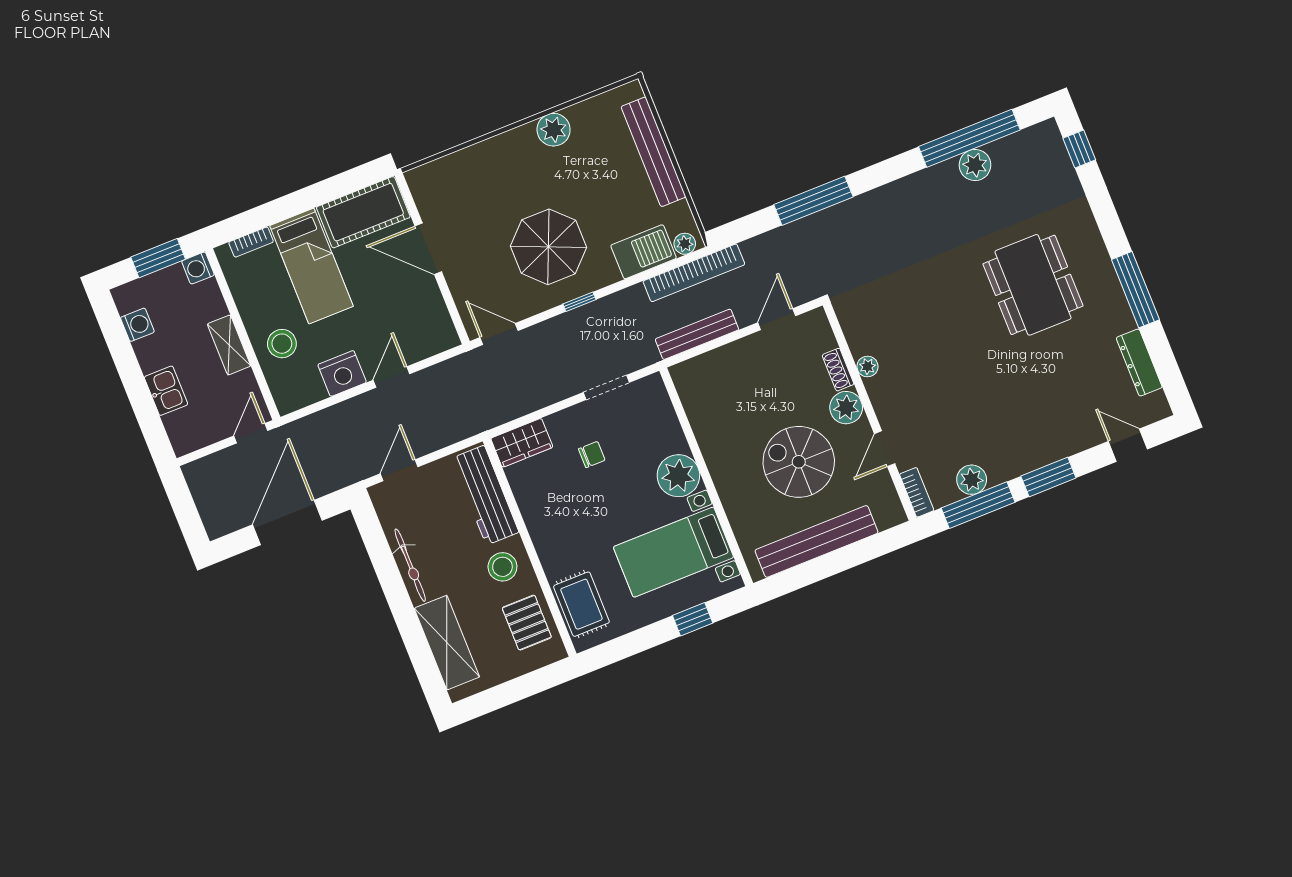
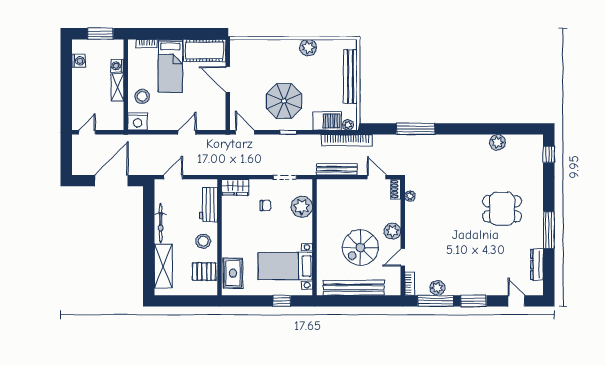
window: (969, 138) -> (500, 129), removed
washing machine: (198, 268) -> (117, 66), moved
dining table: (1033, 285) -> (502, 209), width x0.73
door: (777, 319) -> (377, 177), hinge flipped
plant: (867, 366) -> (410, 196), moved
shoe rack: (838, 370) -> (396, 189), moved
nightstand: (342, 373) -> (138, 121), moved
kitchen sink: (166, 391) -> (80, 97), removed
door: (251, 433) -> (87, 132), moved
spiral stairs: (799, 462) -> (360, 247), turned -90
plant: (678, 476) -> (302, 207), moved
workbench: (485, 495) -> (208, 205), width x0.73
pallet: (527, 623) -> (204, 272), turned 90

